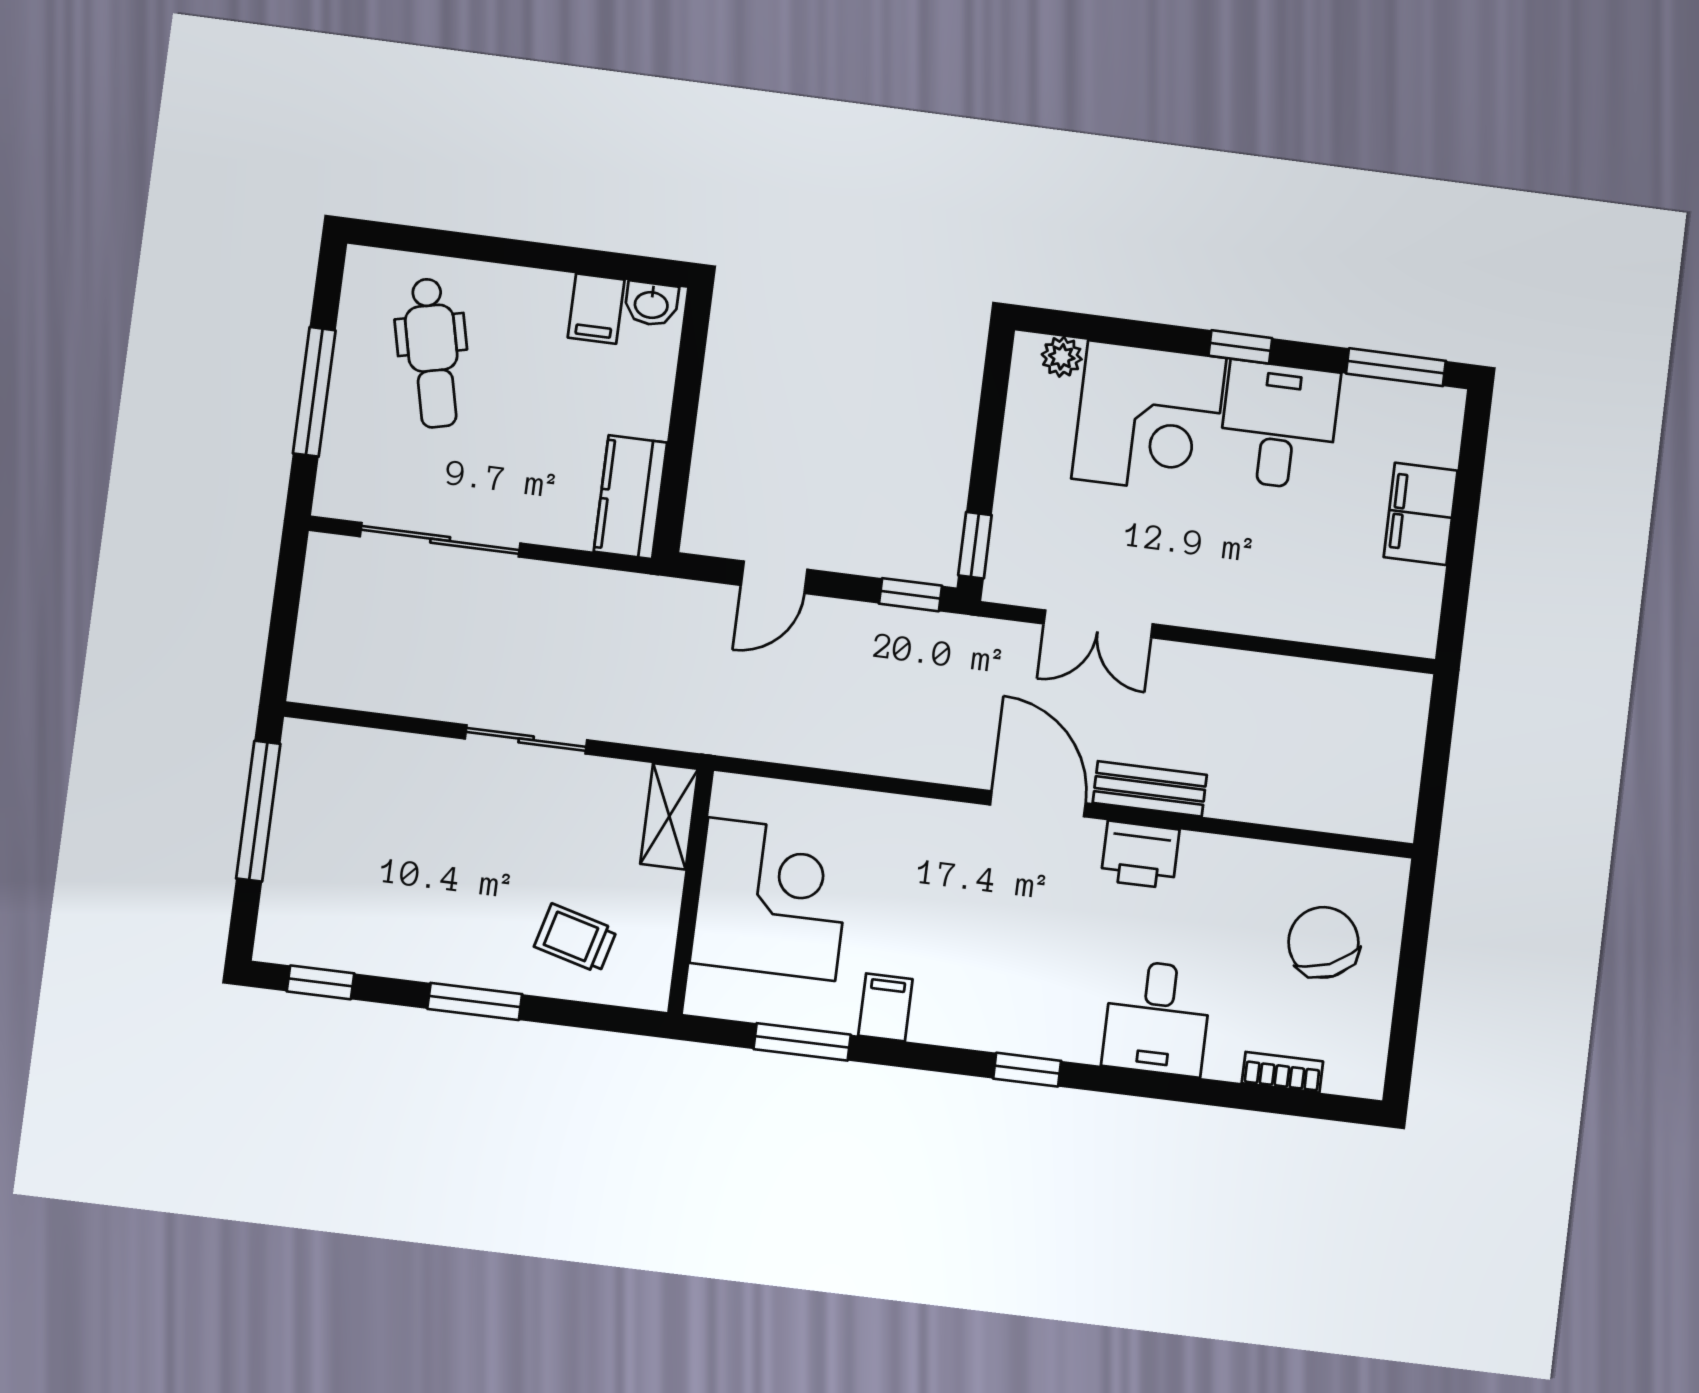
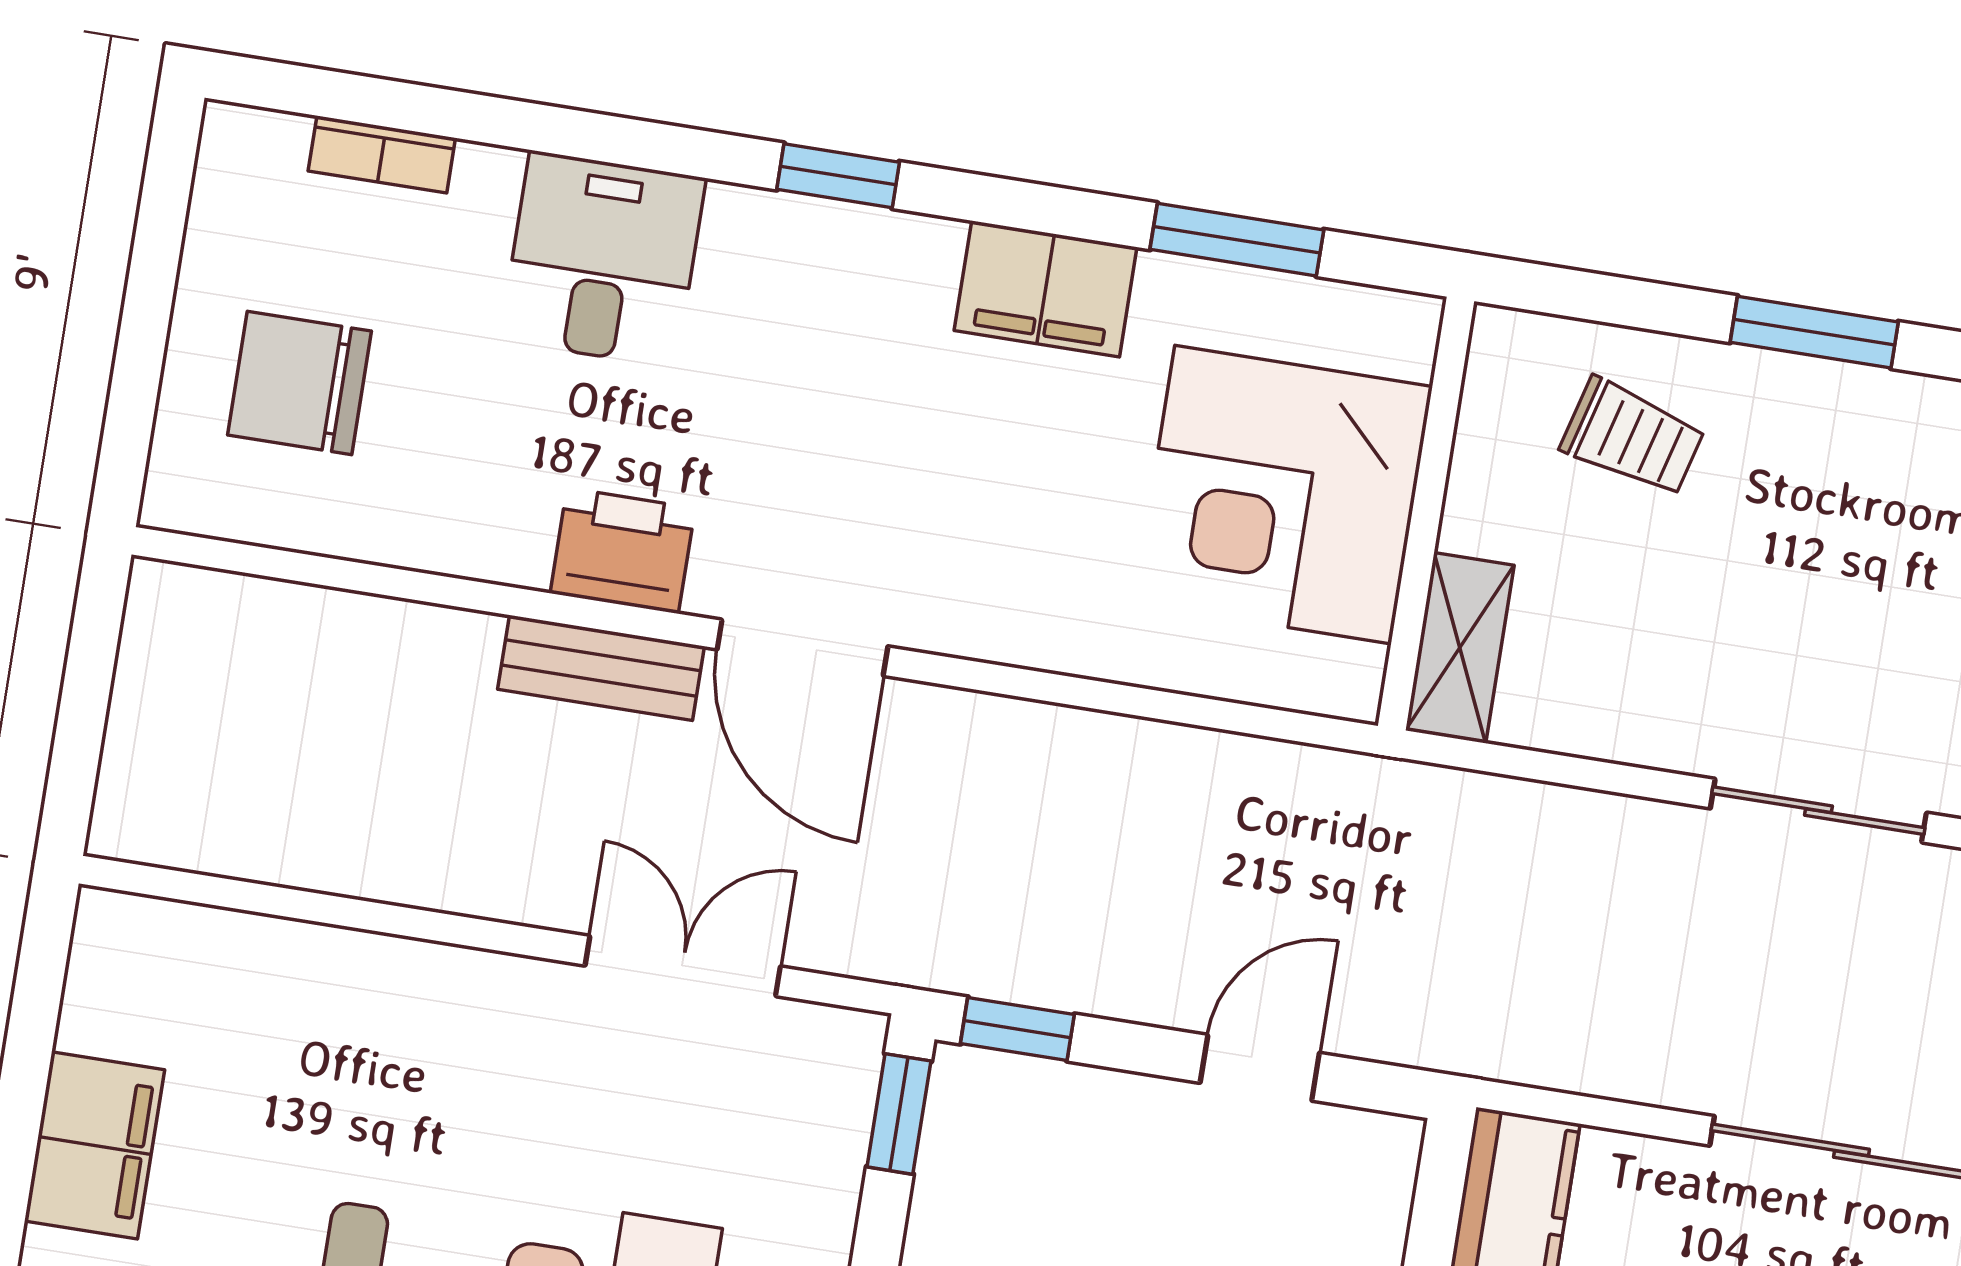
sliding door: (526, 739) -> (1818, 811), moved
chair: (1323, 942) -> (299, 383), turned 113
filing cabinet: (885, 1007) -> (1046, 289), width x2.00

